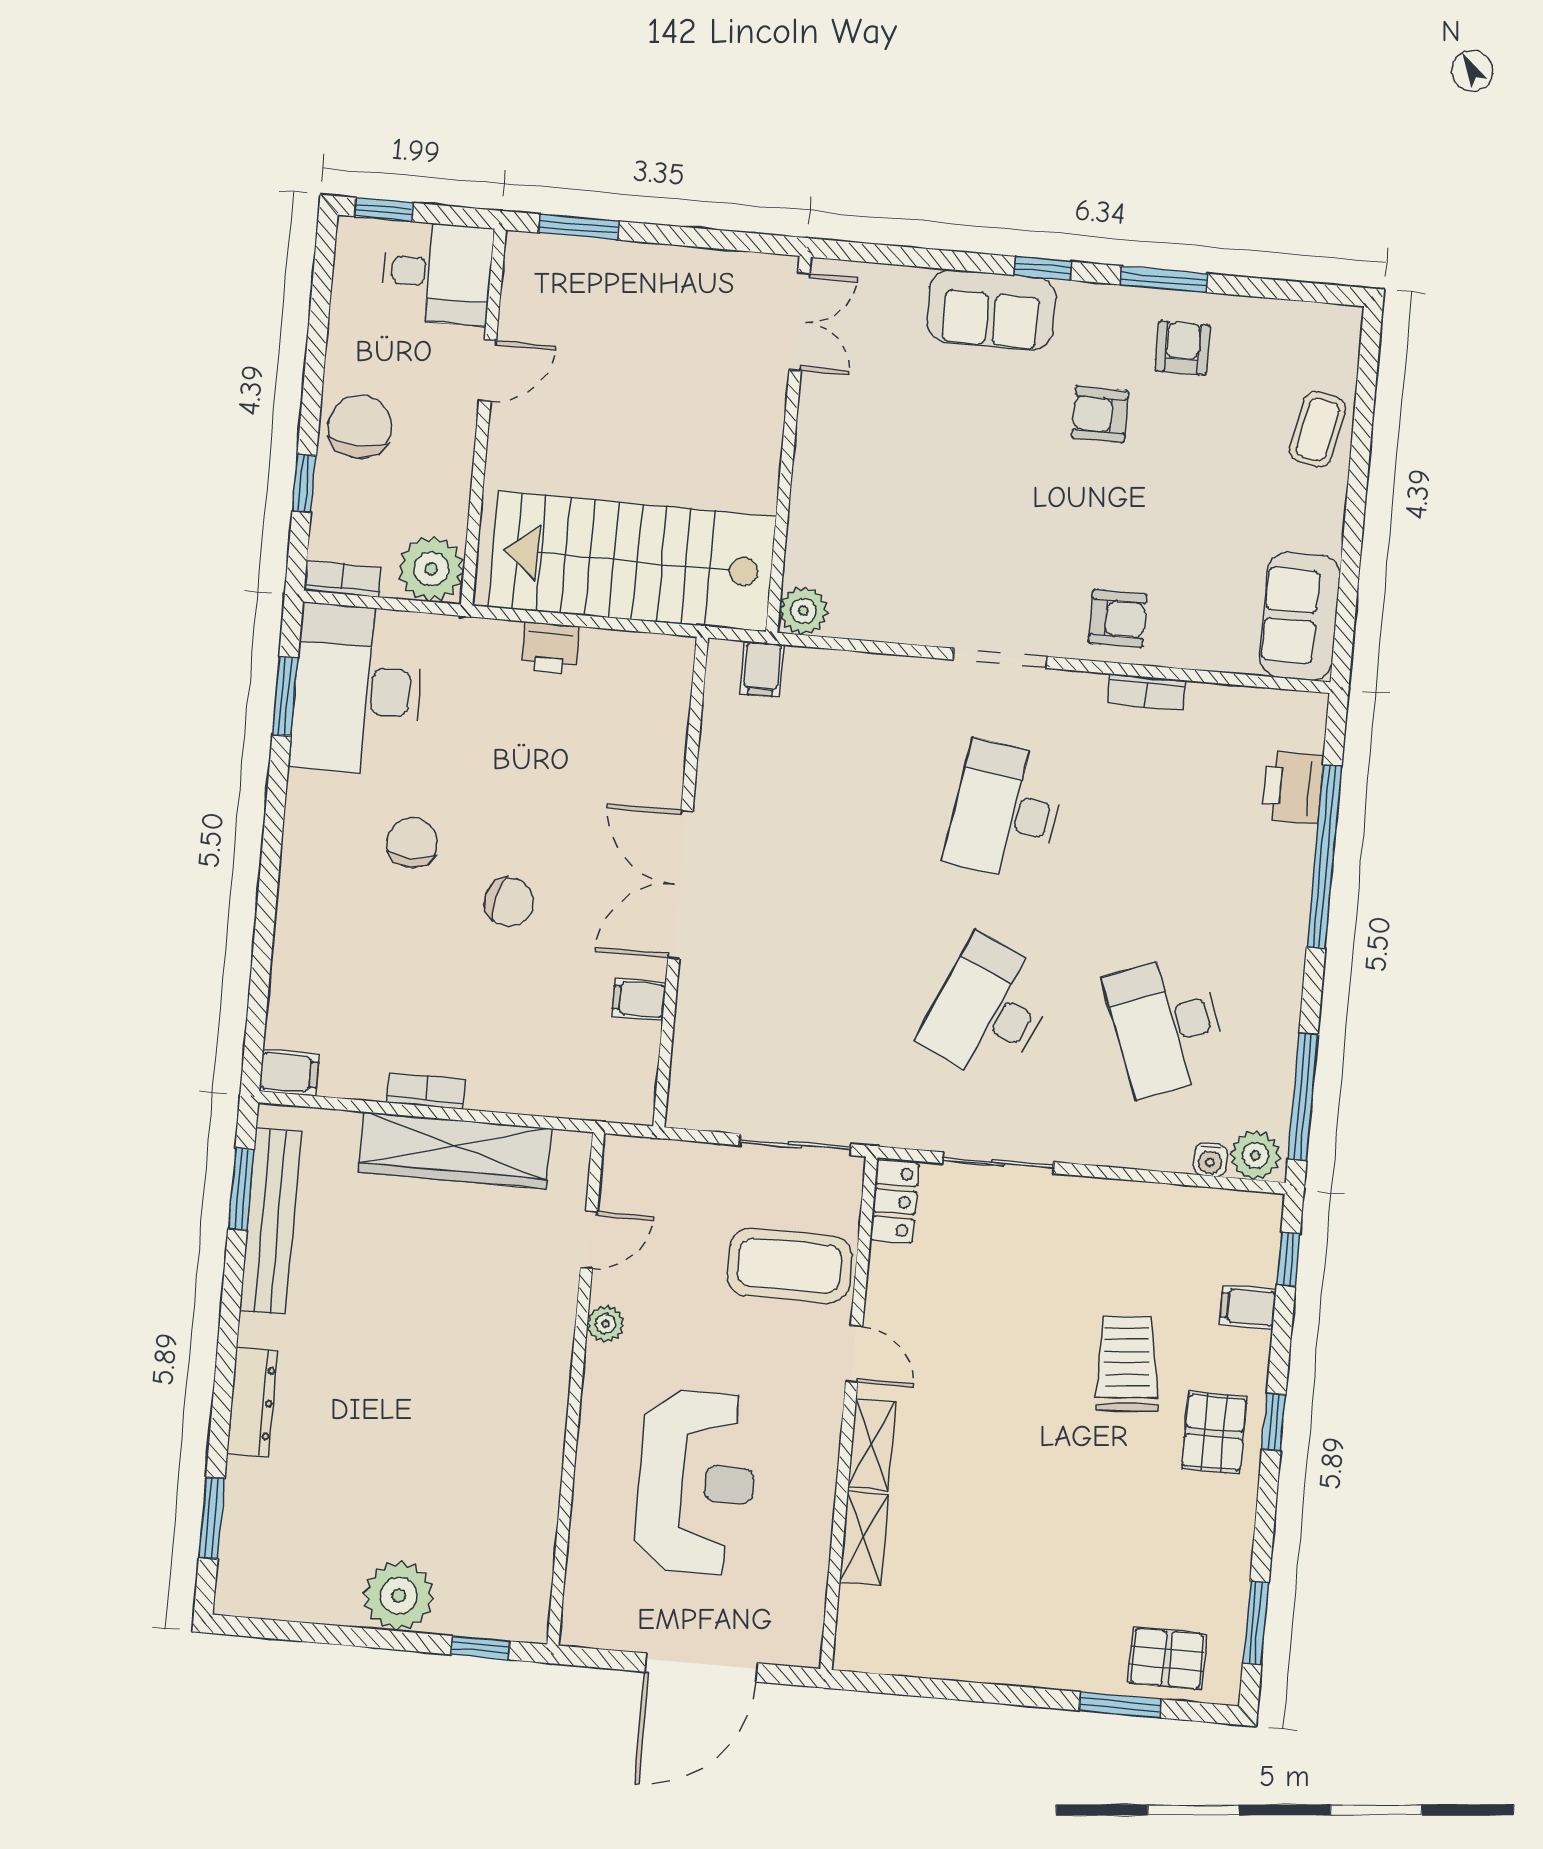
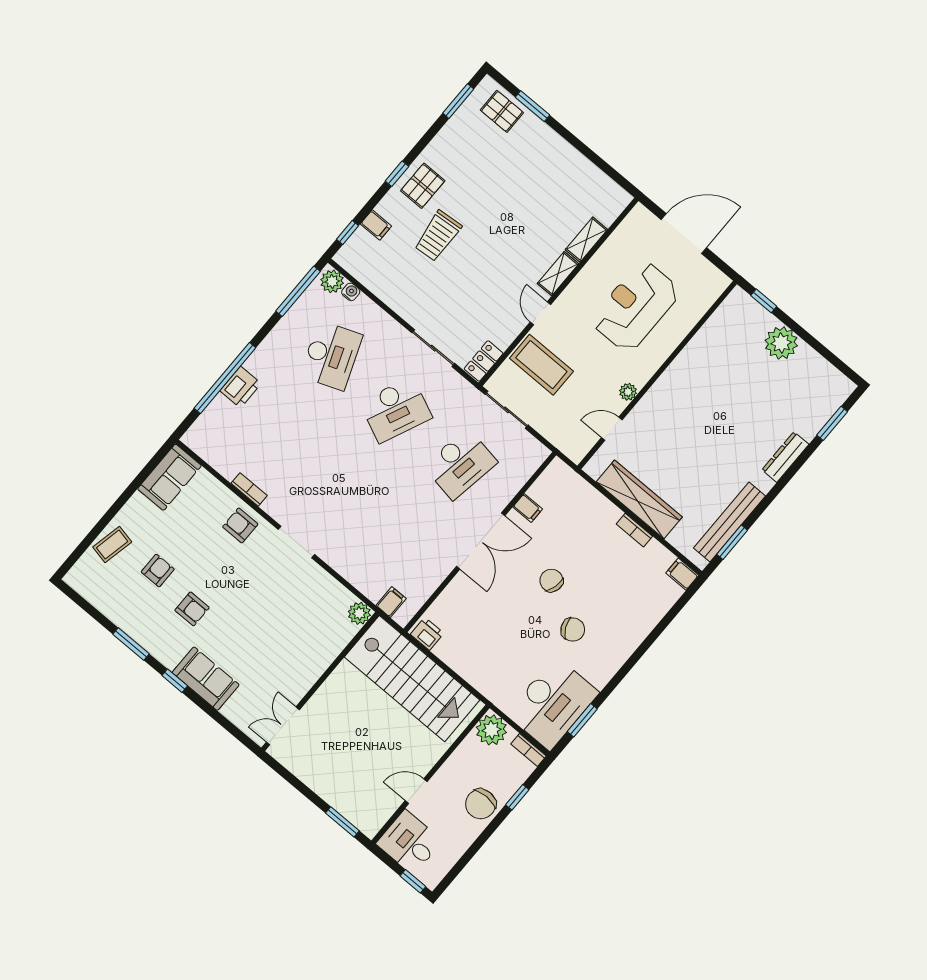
armchair: (1183, 348) -> (158, 571), moved, turned 180
printer: (550, 648) -> (427, 634), moved
printer: (1292, 787) -> (241, 387), moved
desk: (1006, 811) -> (460, 464), moved
chair: (412, 843) -> (573, 630), turned -116

